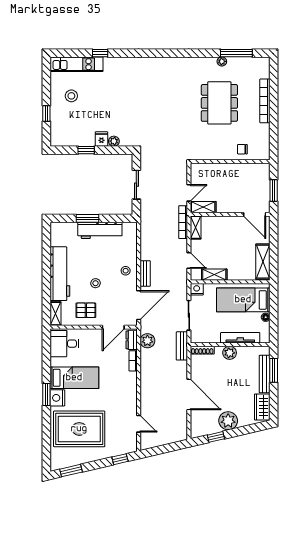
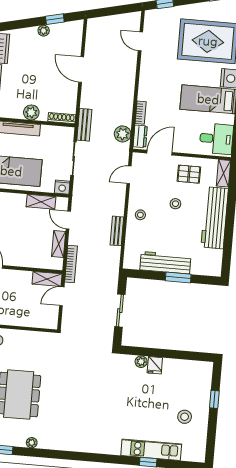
plant: (222, 61) -> (32, 443), moved
kitchen unit: (76, 64) -> (151, 450), moved
window: (86, 150) -> (173, 354), removed
shelving: (196, 227) -> (59, 244), moved
bench: (145, 273) -> (117, 231), moved
door: (139, 305) -> (129, 175), width x0.53
door: (189, 394) -> (81, 70), width x0.73
plant: (228, 421) -> (44, 31), width x0.53, depth x0.53

